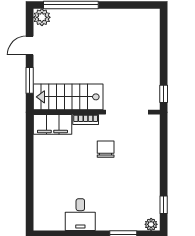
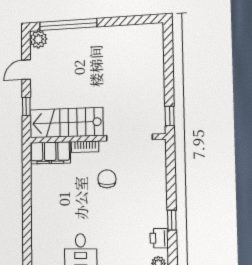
window: (30, 80) -> (26, 107), width x0.67
printer: (152, 202) -> (159, 238), added
window: (164, 205) -> (172, 220), moved

